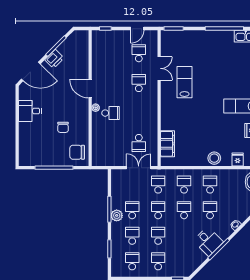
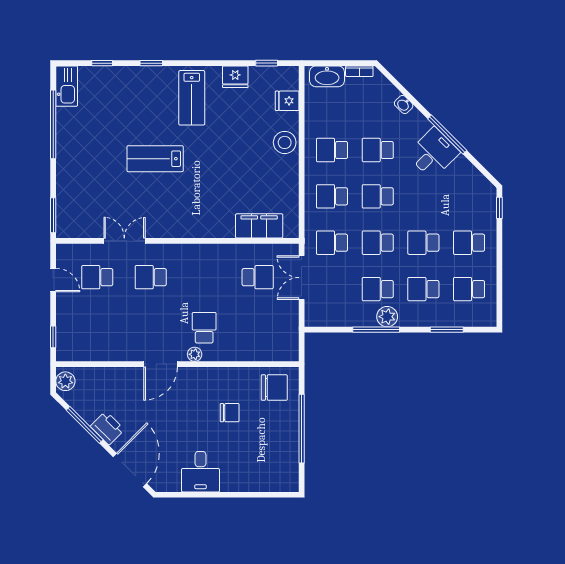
plant: (81, 35) -> (65, 381), added
lab bench: (184, 82) -> (155, 159), moved
chair: (77, 152) -> (274, 387), turned -90

